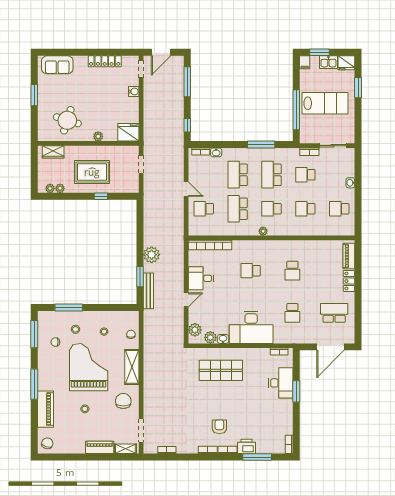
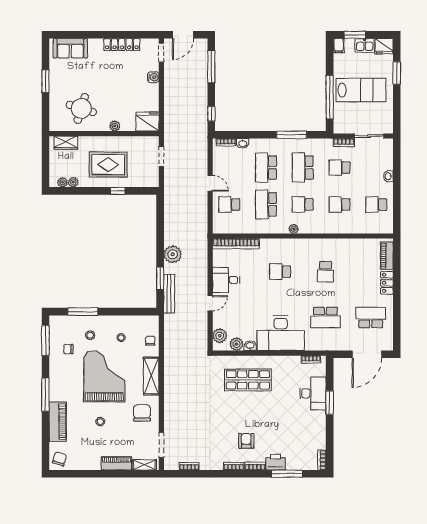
school desk: (292, 313) -> (325, 317), width x1.85

